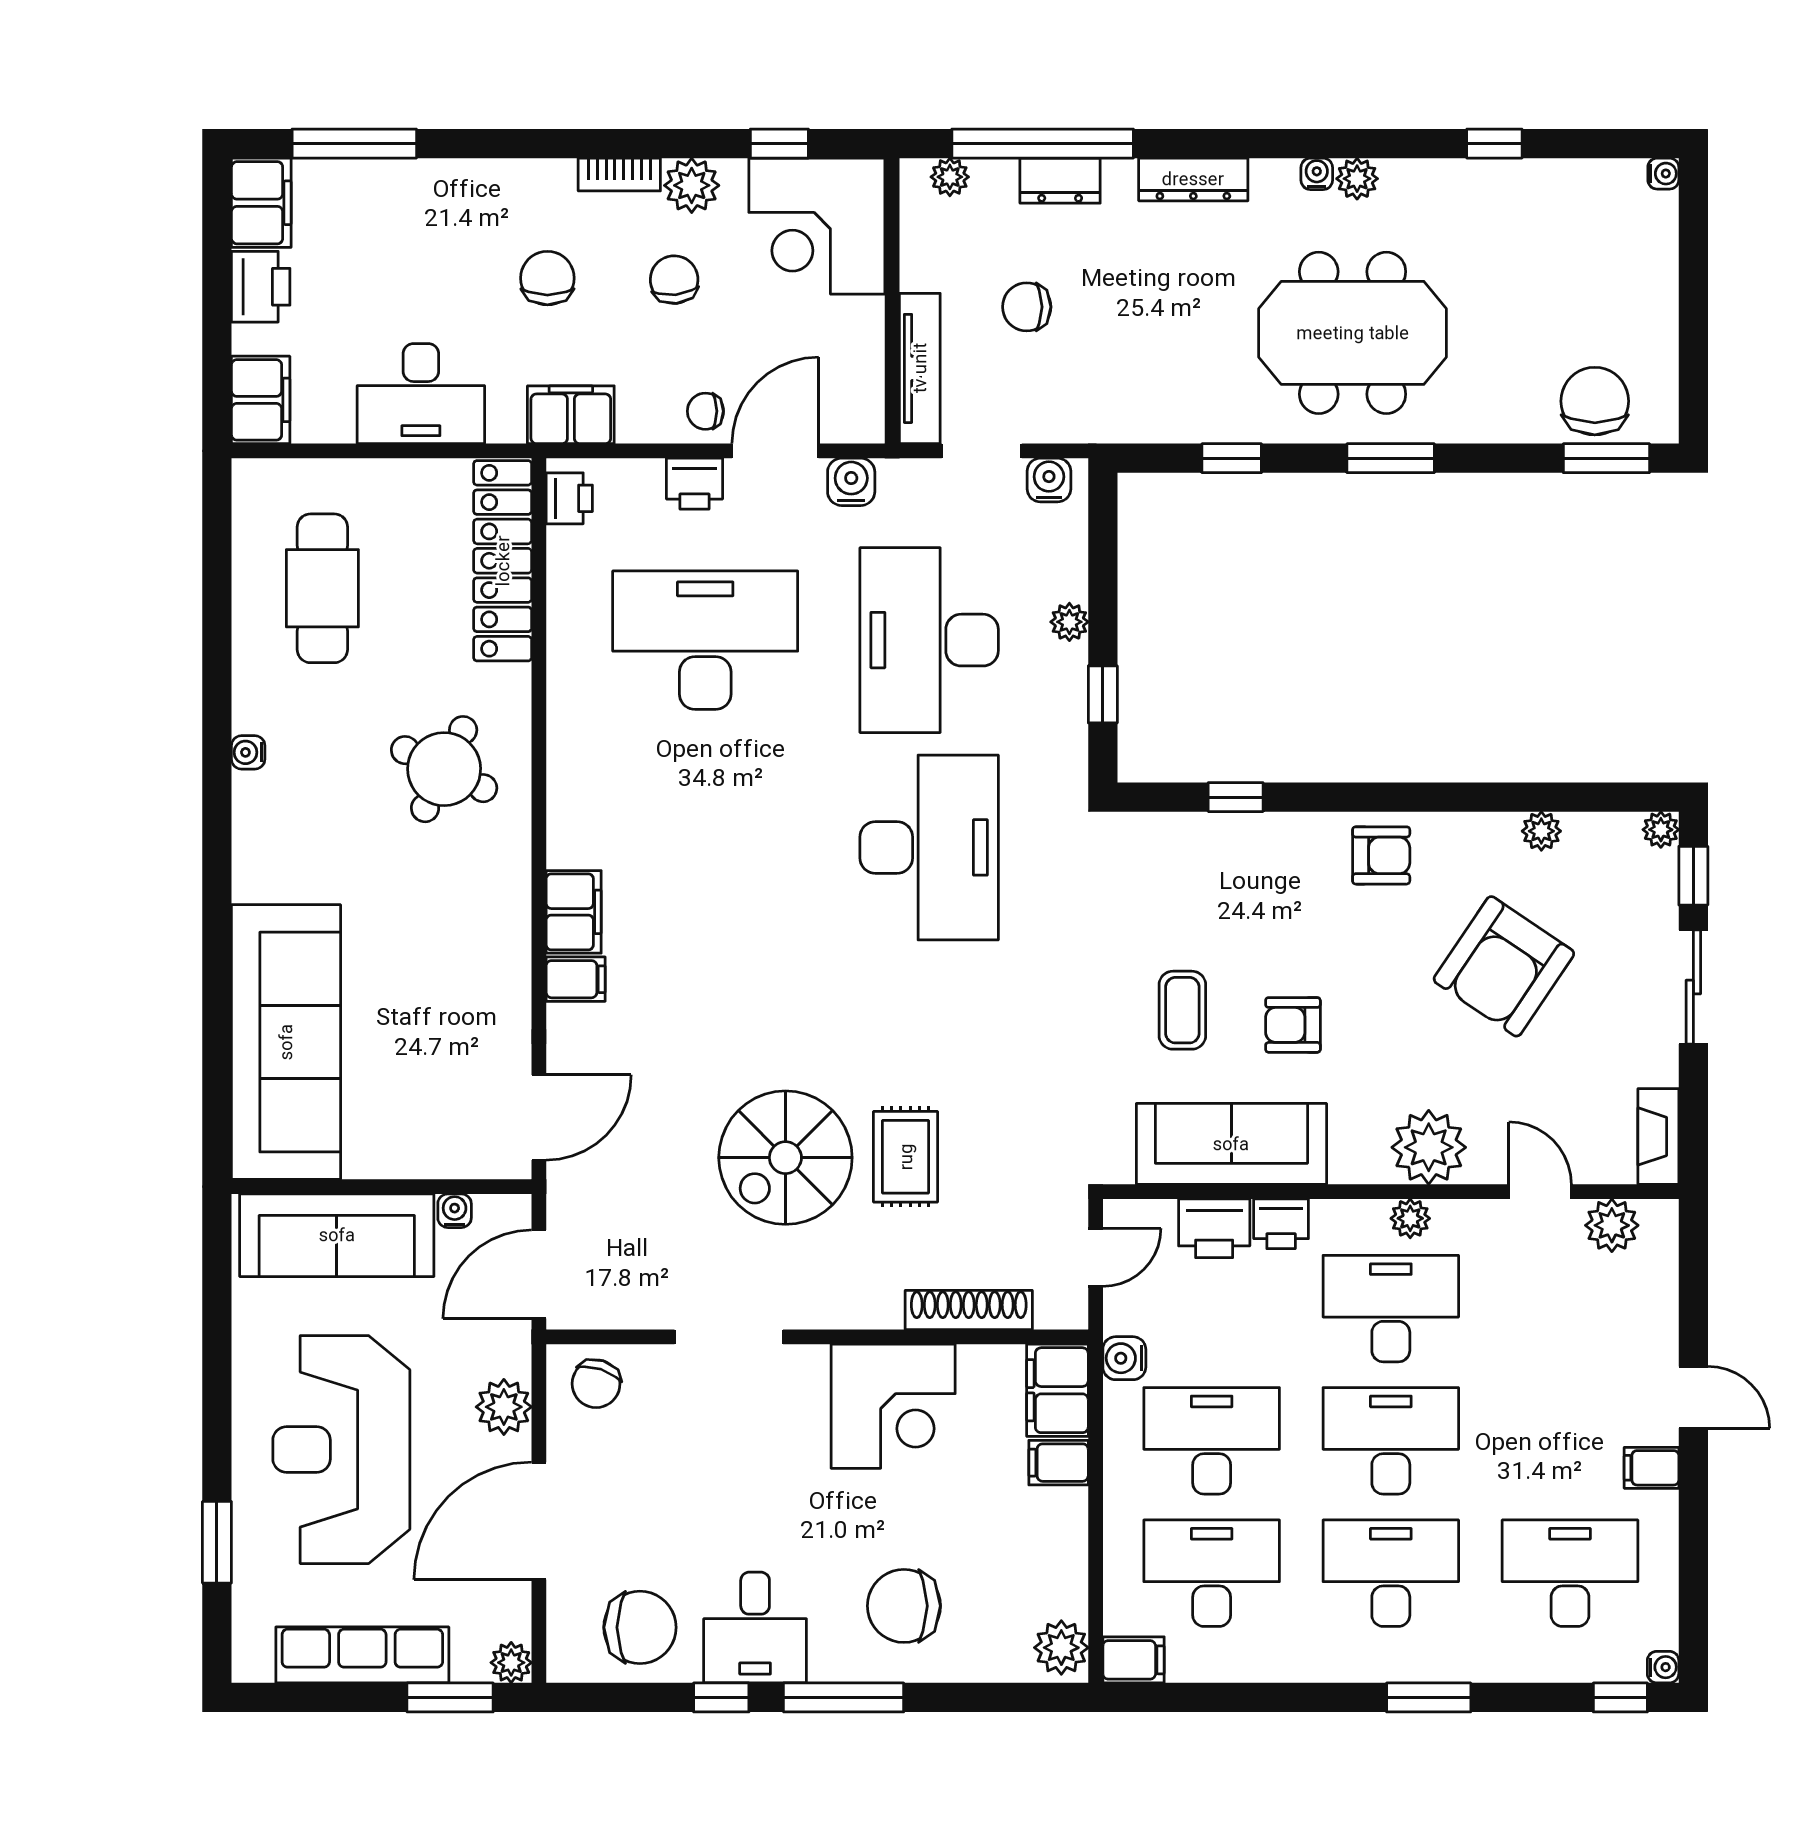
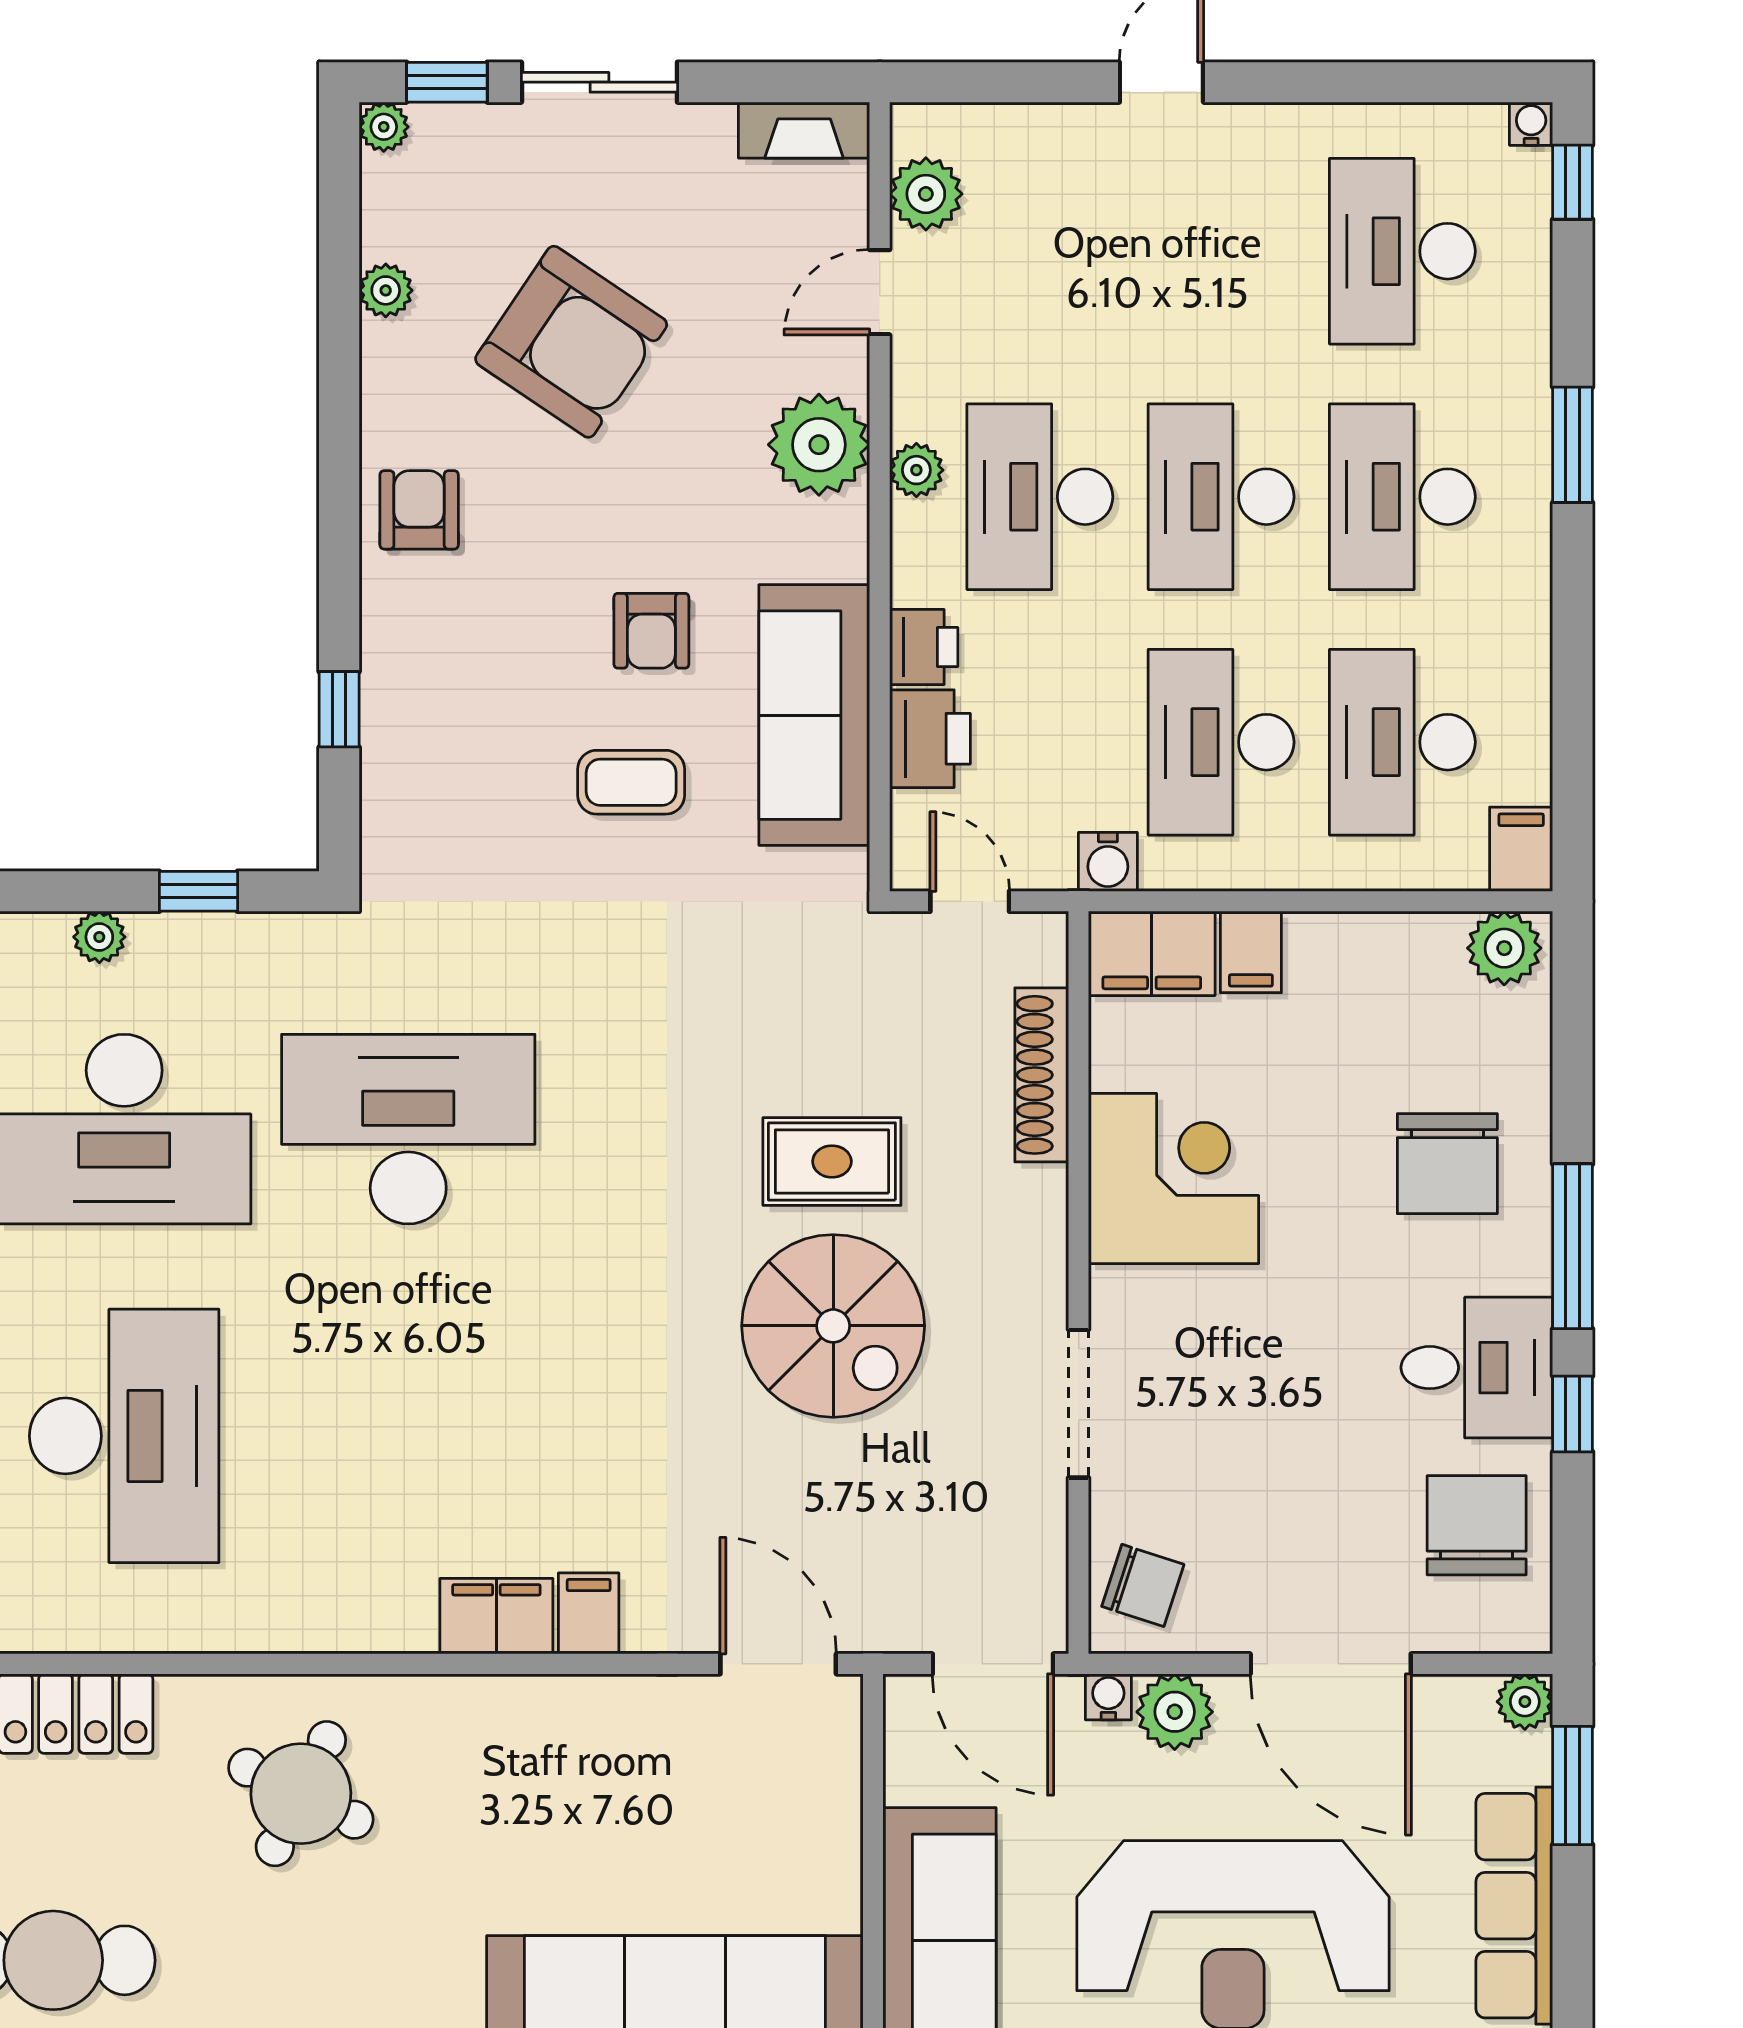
desk: (705, 640) -> (124, 1436), turned 180
water cooler: (455, 1211) -> (1108, 1697), moved, turned 90
filing cabinet: (1652, 1468) -> (1258, 140), removed

